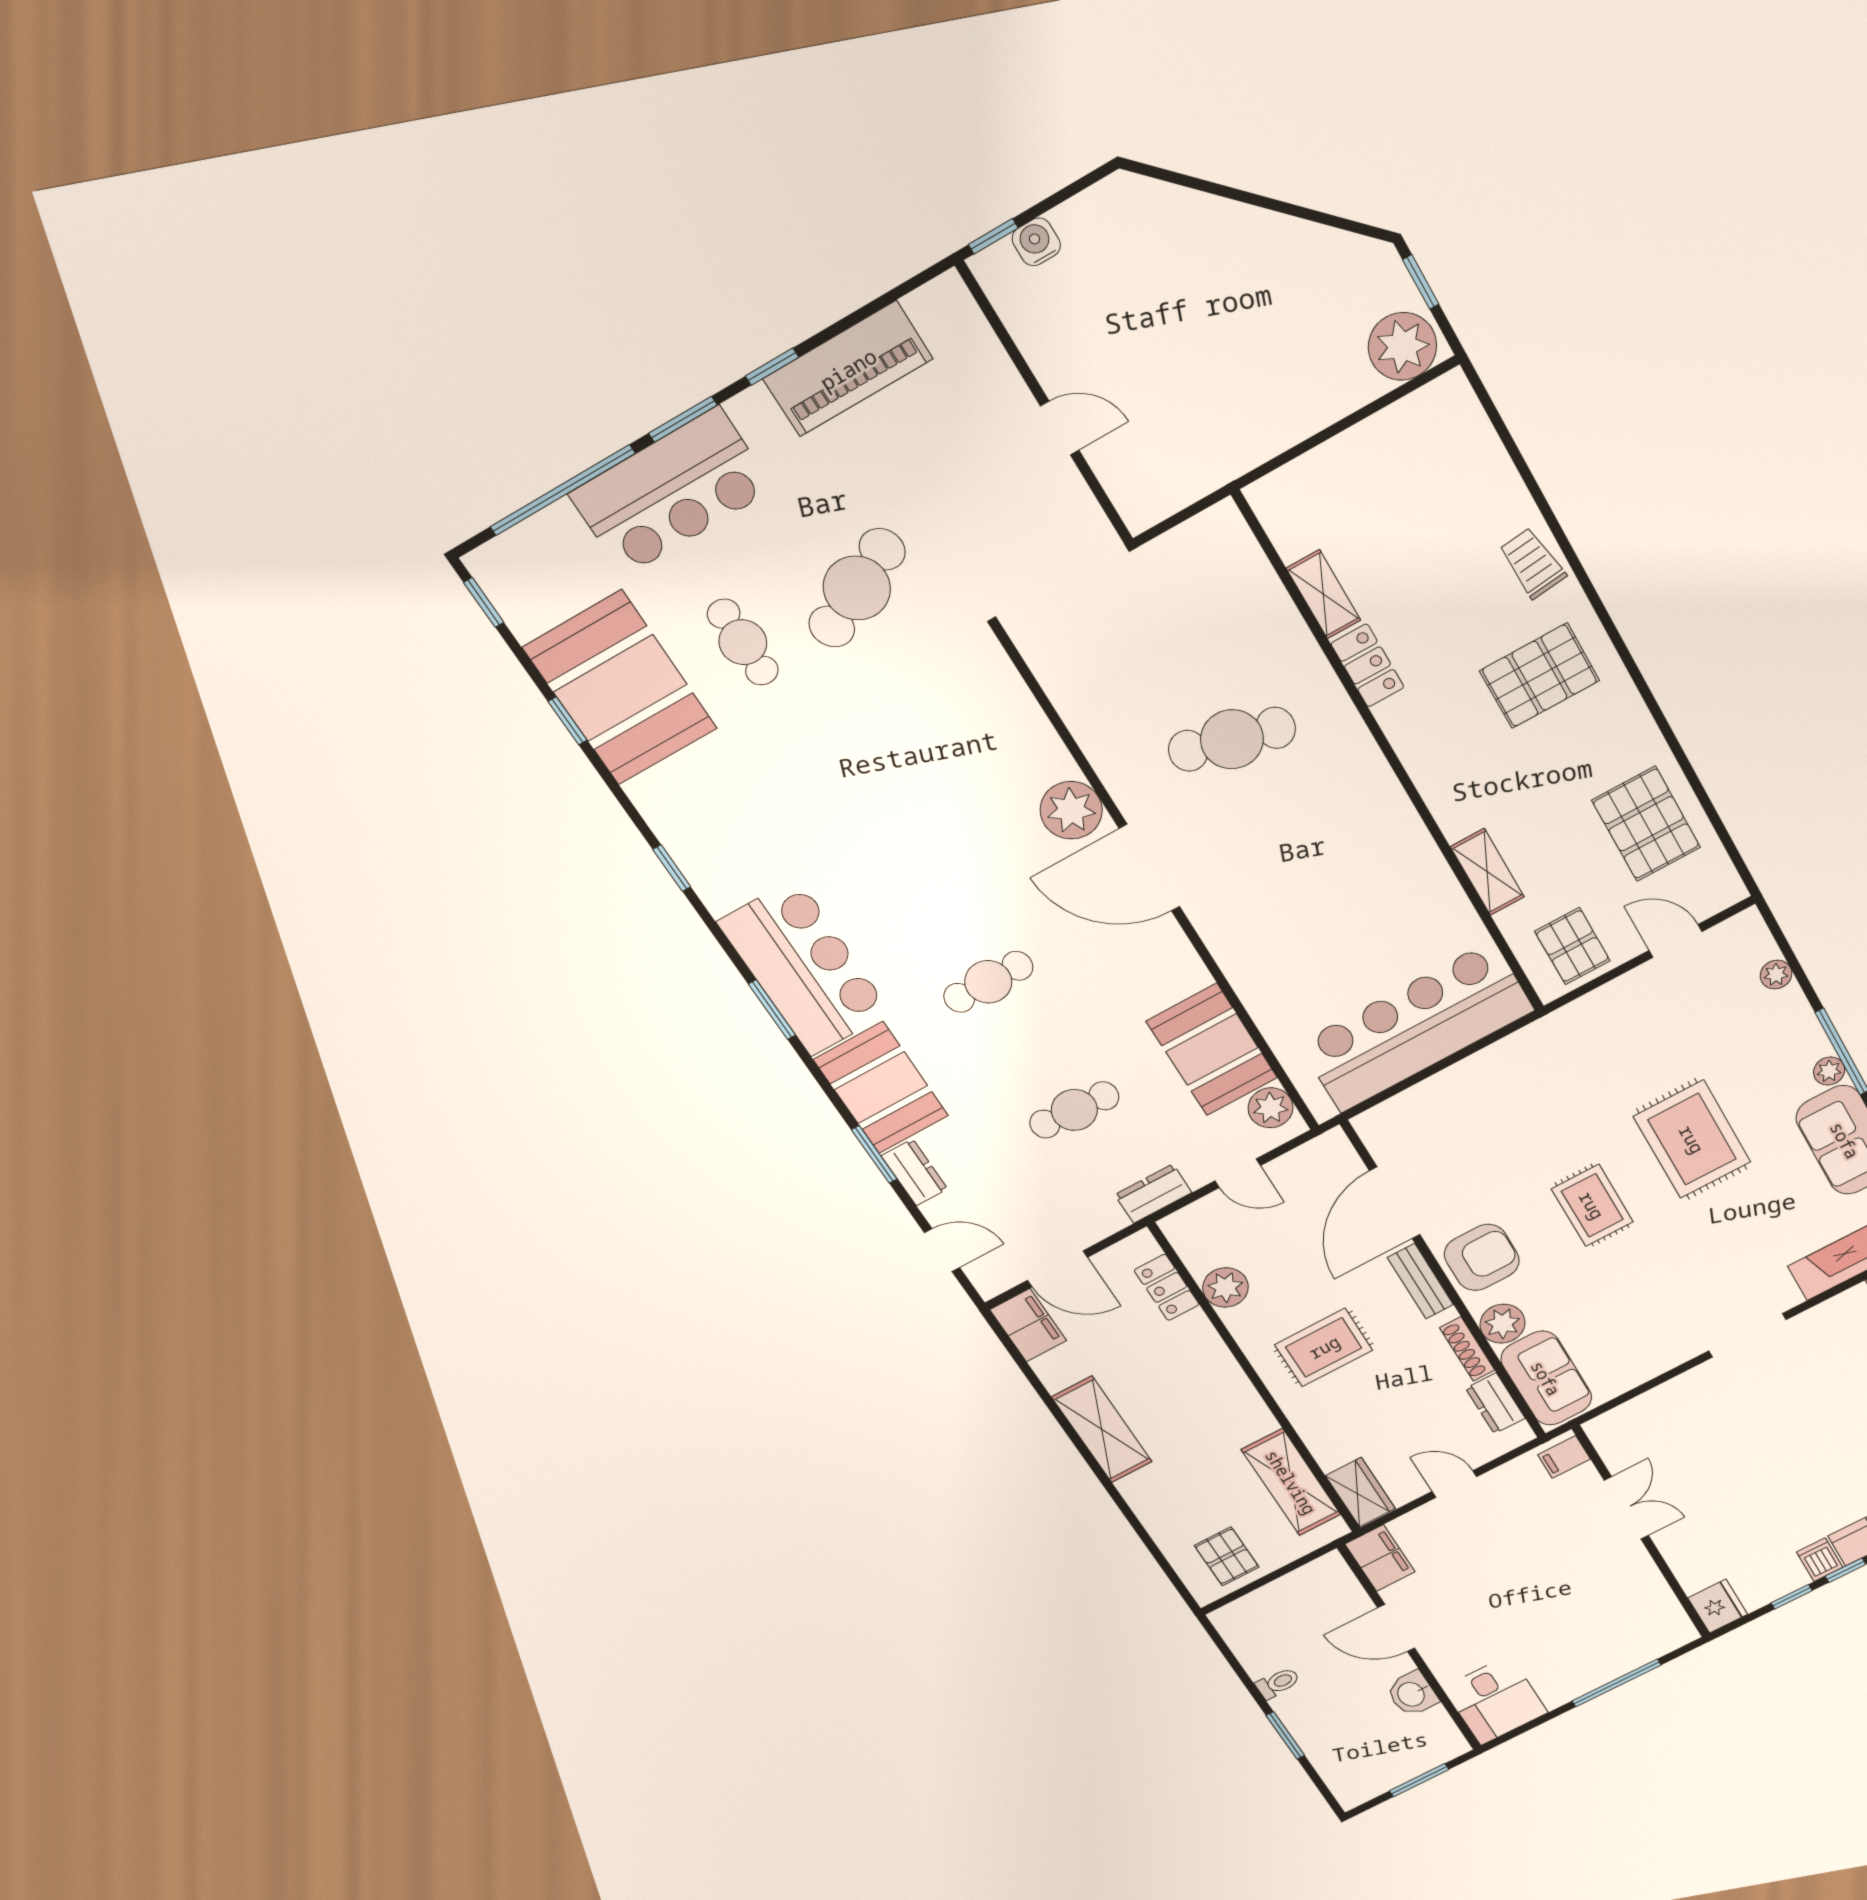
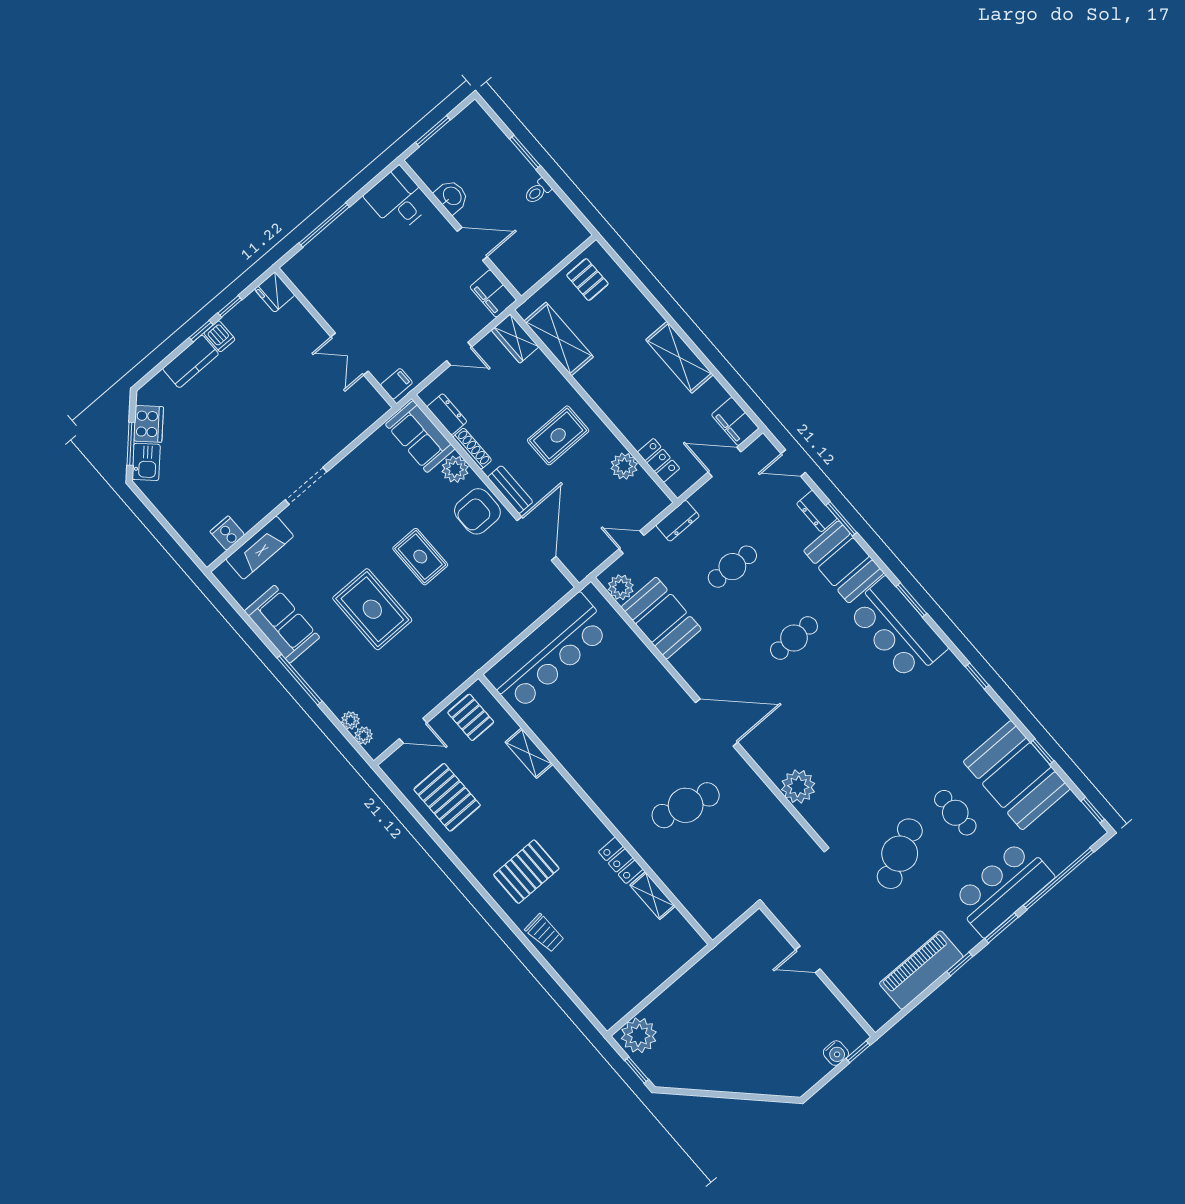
plant: (1071, 810) -> (798, 786), moved
plant: (1829, 1071) -> (364, 736), moved

